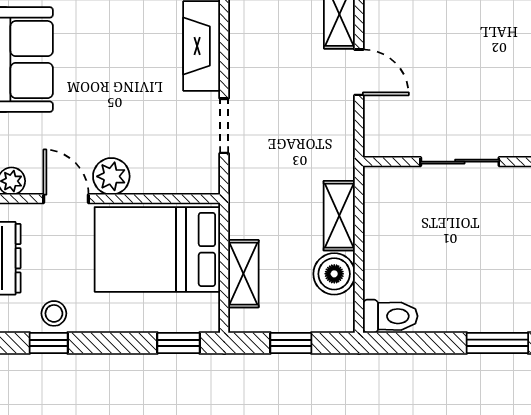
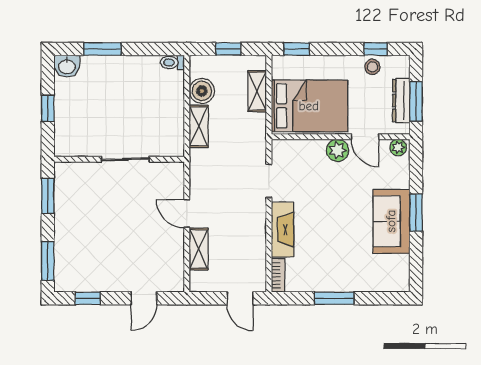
toilet: (390, 316) -> (172, 62), width x0.73, depth x0.72

